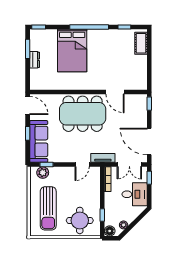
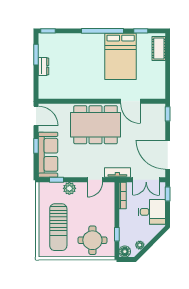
bed: (72, 51) -> (121, 56), moved
plant: (43, 173) -> (69, 188), moved

